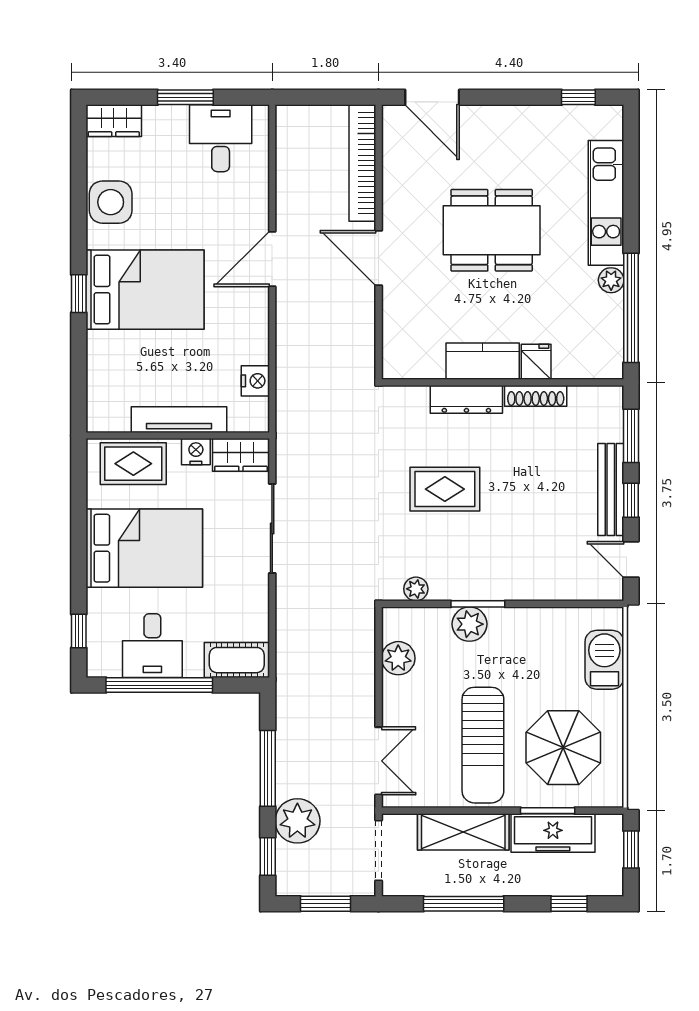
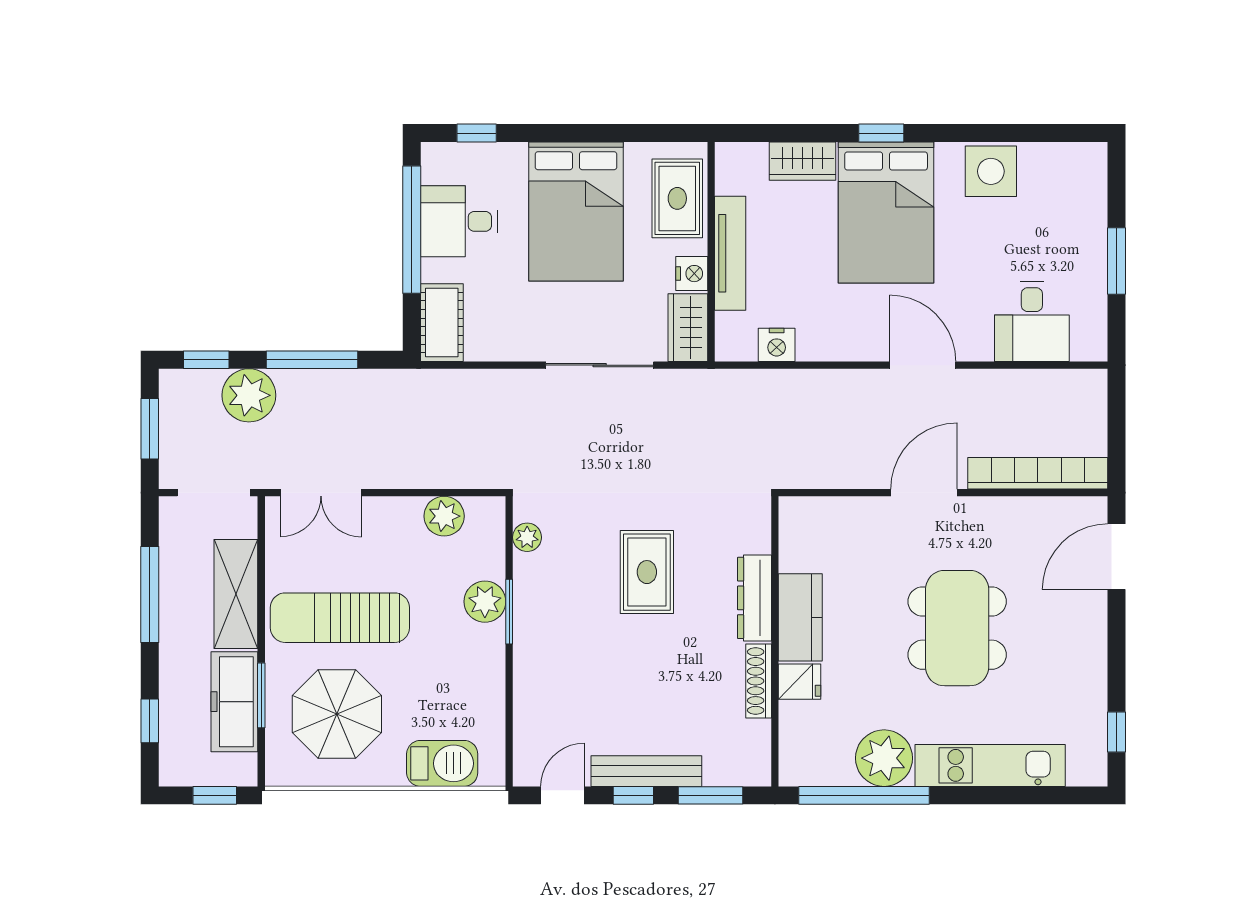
wardrobe: (114, 121) -> (803, 161), moved, turned -90
desk: (221, 138) -> (1032, 321), moved, turned 90
plant: (611, 280) -> (884, 758), width x1.87, depth x1.87

